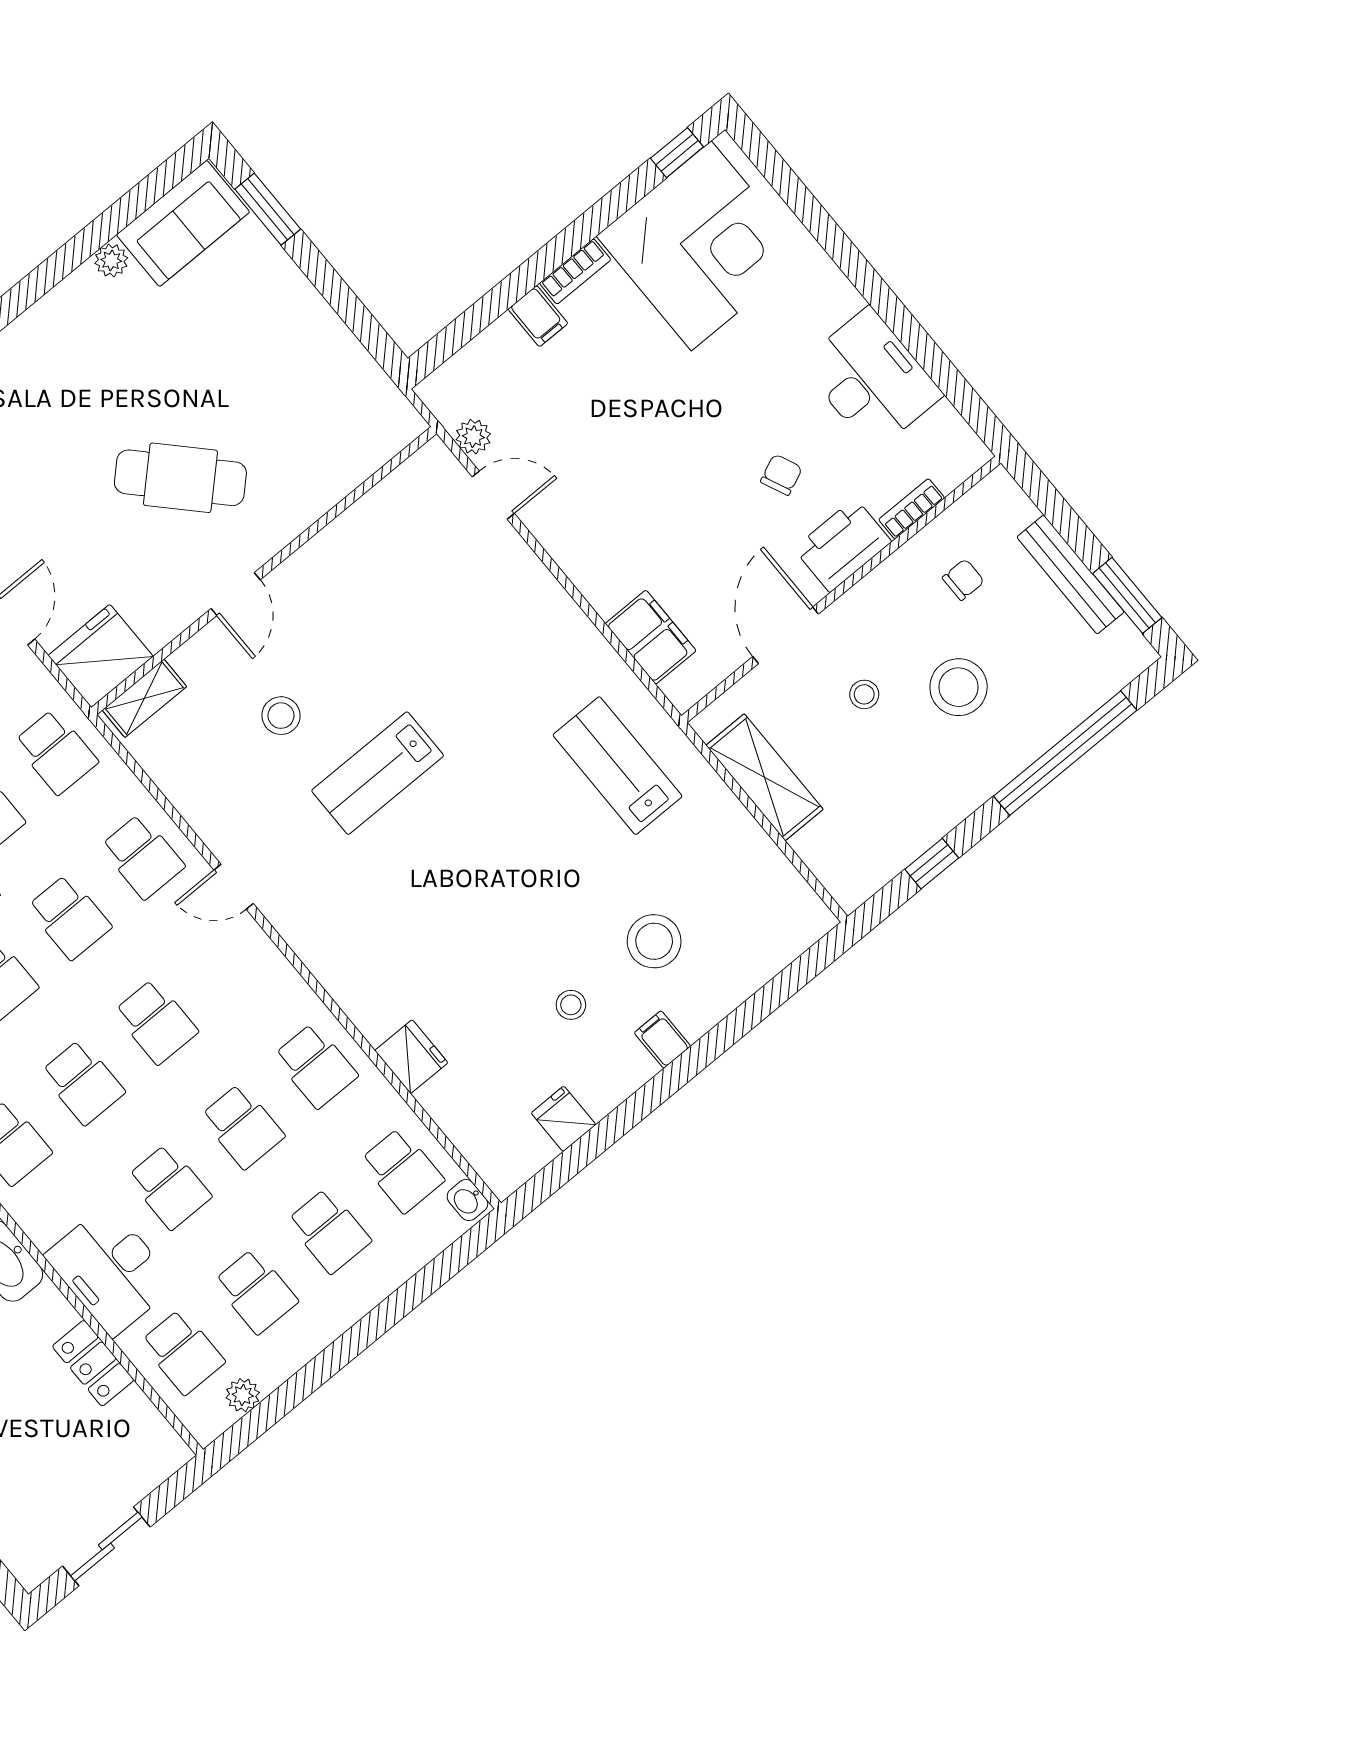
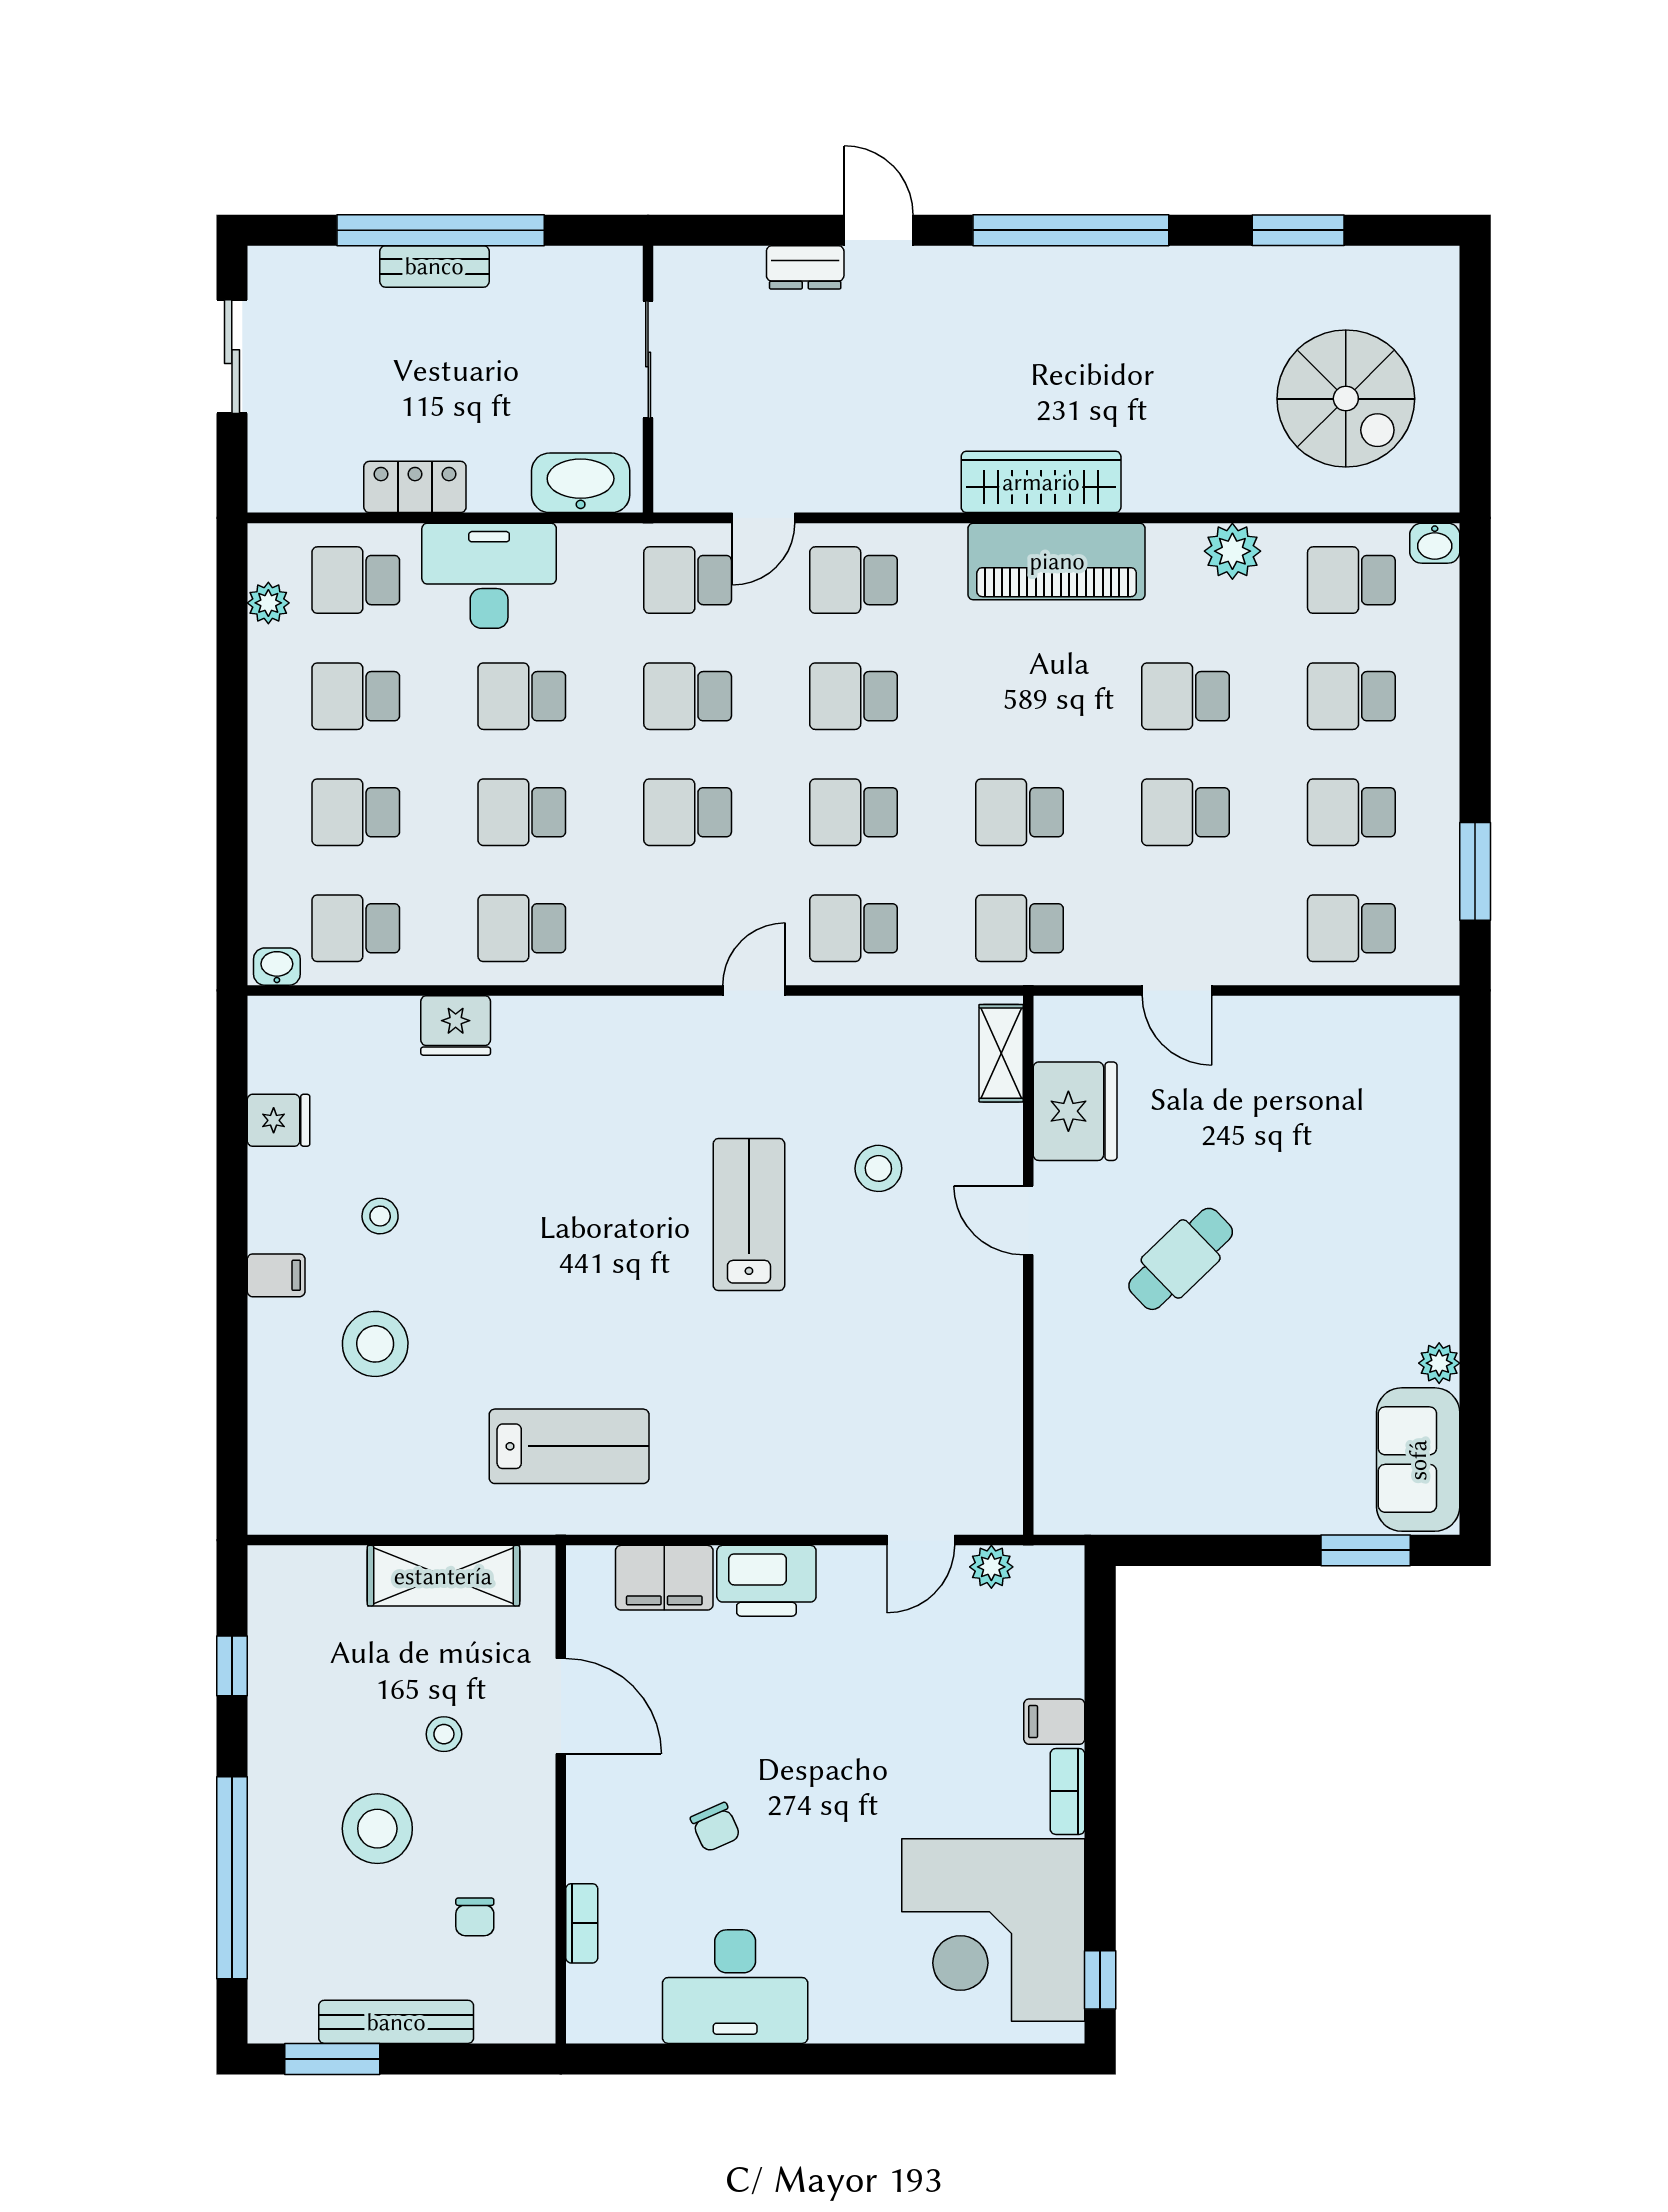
cafe table: (180, 478) -> (1181, 1259), width x0.73, depth x0.74
printer: (843, 545) -> (766, 1581), moved, turned 90
fridge: (101, 656) -> (1075, 1111), moved

